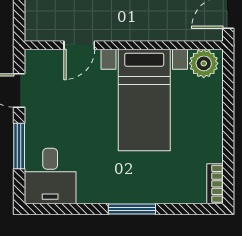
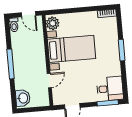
door: (79, 45) -> (49, 81), hinge flipped
window: (19, 146) -> (108, 103), moved

